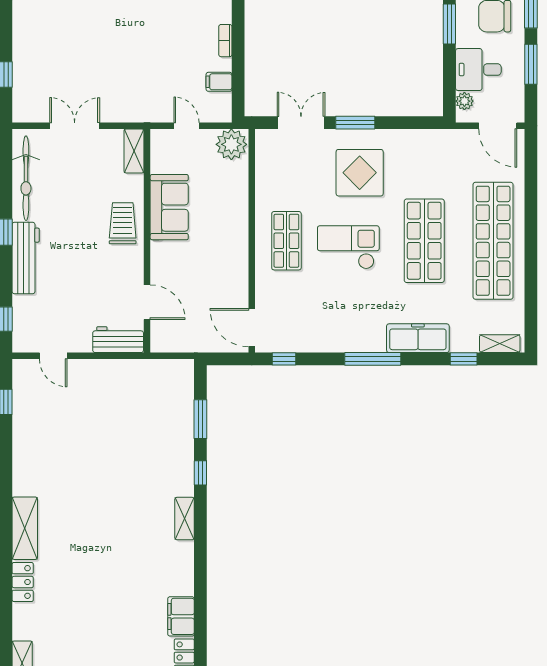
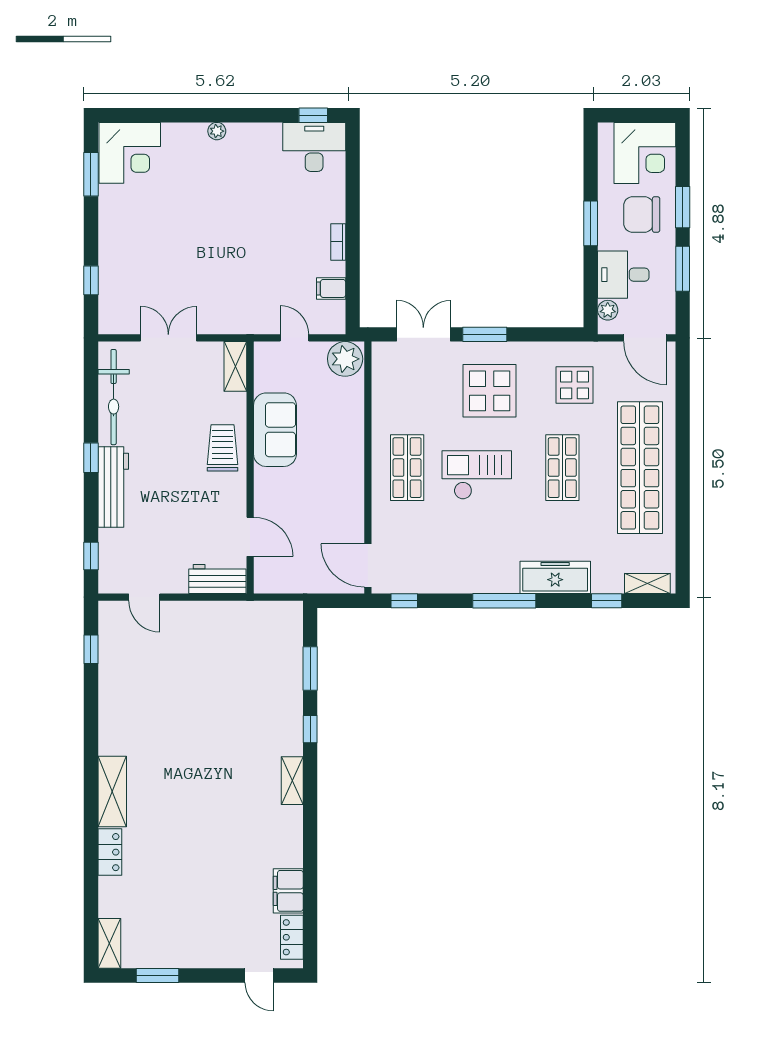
display table: (435, 167) -> (574, 385), added
shop shelf: (424, 241) -> (562, 468), width x0.70, depth x0.74

